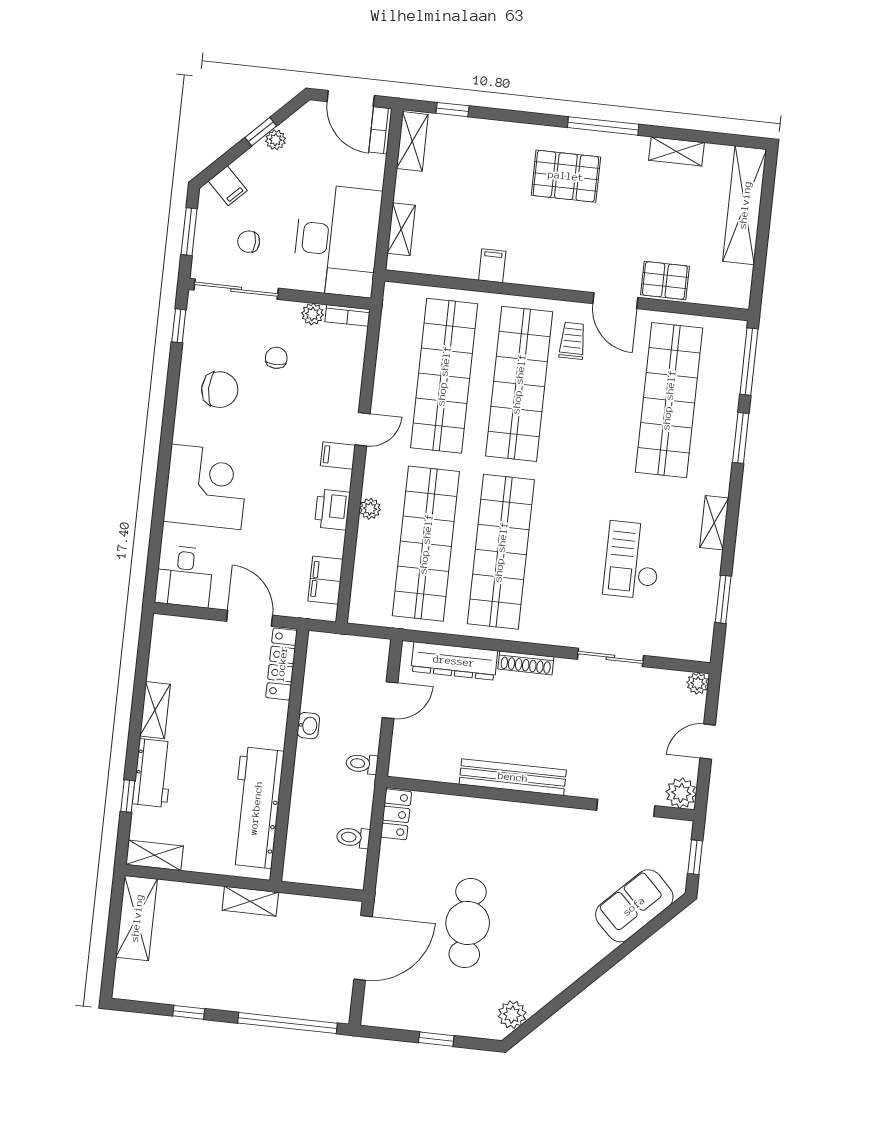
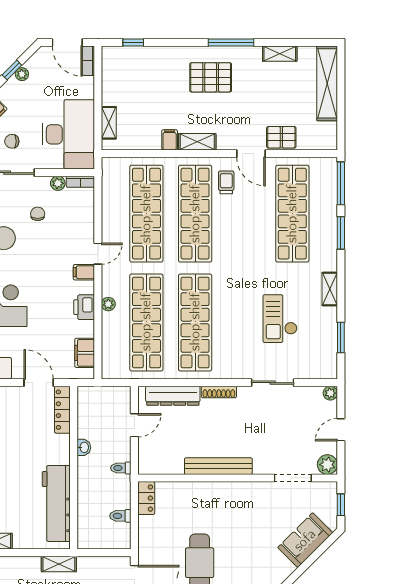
shelving: (412, 141) -> (197, 142), moved, turned 90

